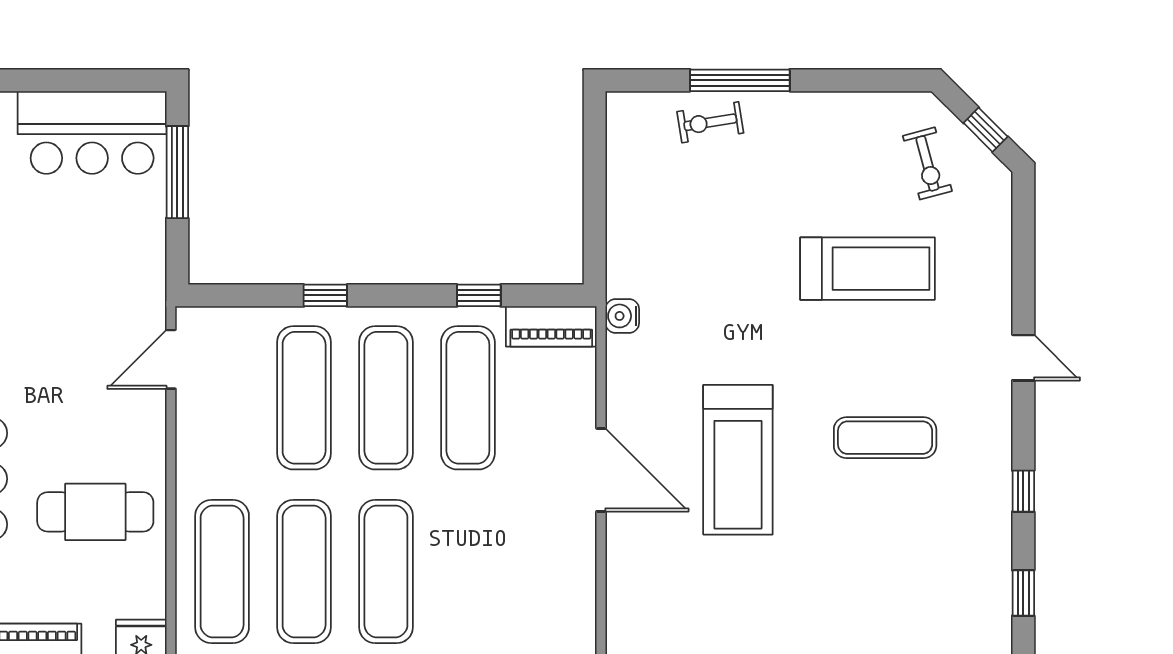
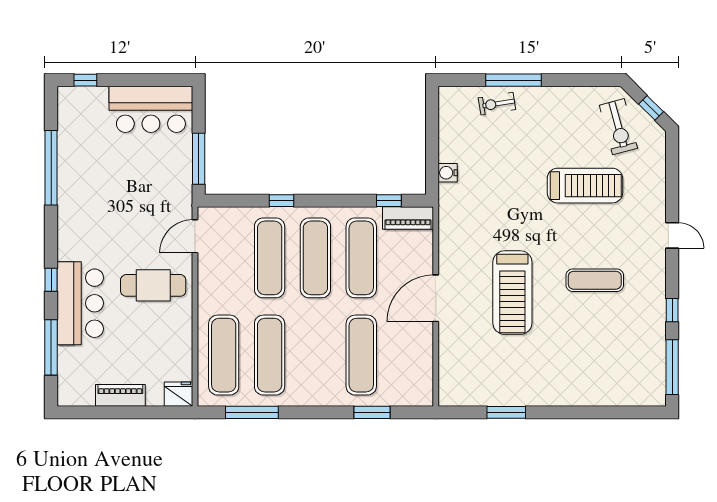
exercise bike: (927, 163) -> (618, 127), width x1.38, depth x1.39
window: (177, 172) -> (199, 159), moved
window: (479, 295) -> (389, 201), moved
water cooler: (622, 316) -> (448, 173), moved
door: (601, 470) -> (436, 298), swing flipped
cafe table: (95, 512) -> (153, 285), moved
exercise mat: (386, 572) -> (361, 355), moved
window: (1023, 593) -> (672, 367), width x2.17

